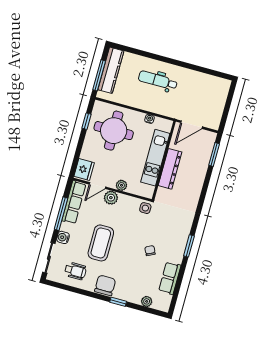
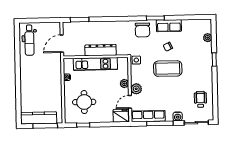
dental chair: (158, 80) -> (29, 40), moved
door: (192, 125) -> (62, 44), swing flipped
round table: (114, 131) -> (84, 102), width x0.73, depth x0.73
door: (97, 186) -> (130, 102), swing flipped
coffee table: (101, 243) -> (168, 69), moved
row of seats: (170, 278) -> (169, 26), moved
chair: (105, 285) -> (142, 30), moved, turned -90

